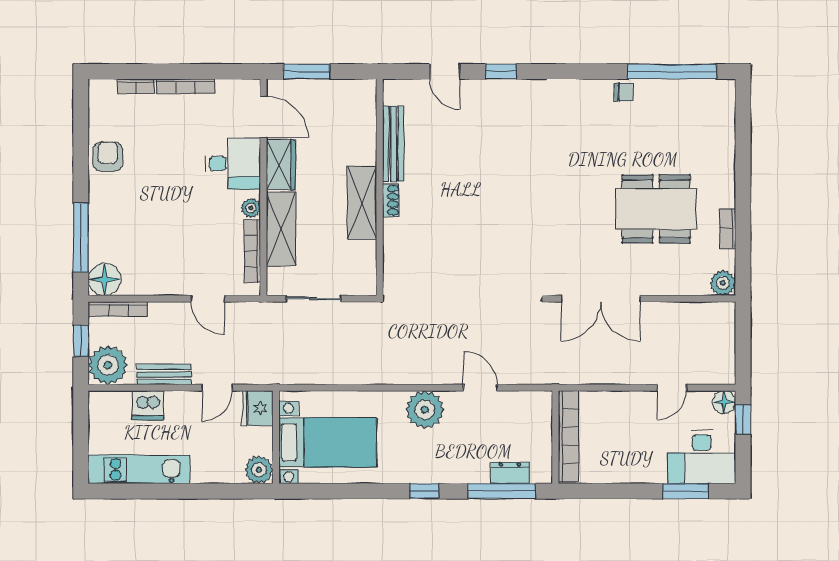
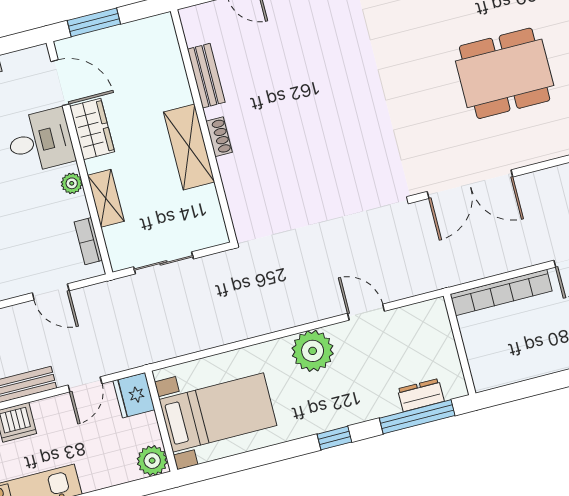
bench: (393, 144) -> (206, 76), width x0.73
shelving: (281, 229) -> (106, 198), width x0.67, depth x0.75
bookcase: (252, 251) -> (88, 241), width x0.64
bookcase: (569, 436) -> (501, 293), moved, turned 90

